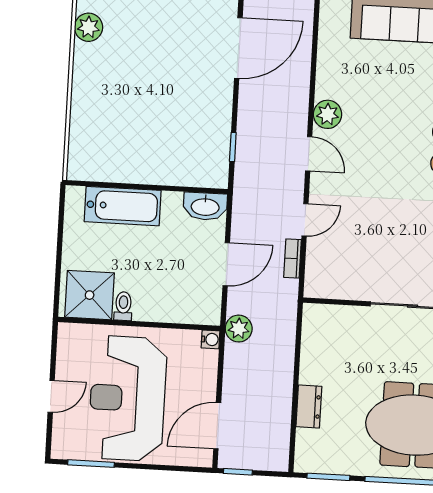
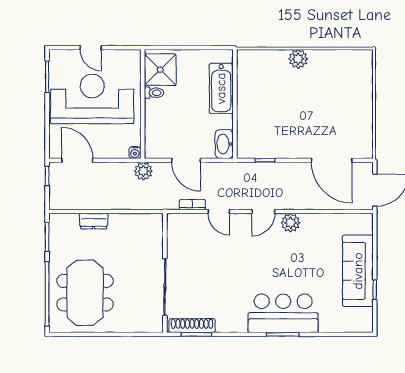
plant: (88, 27) -> (298, 59), moved

